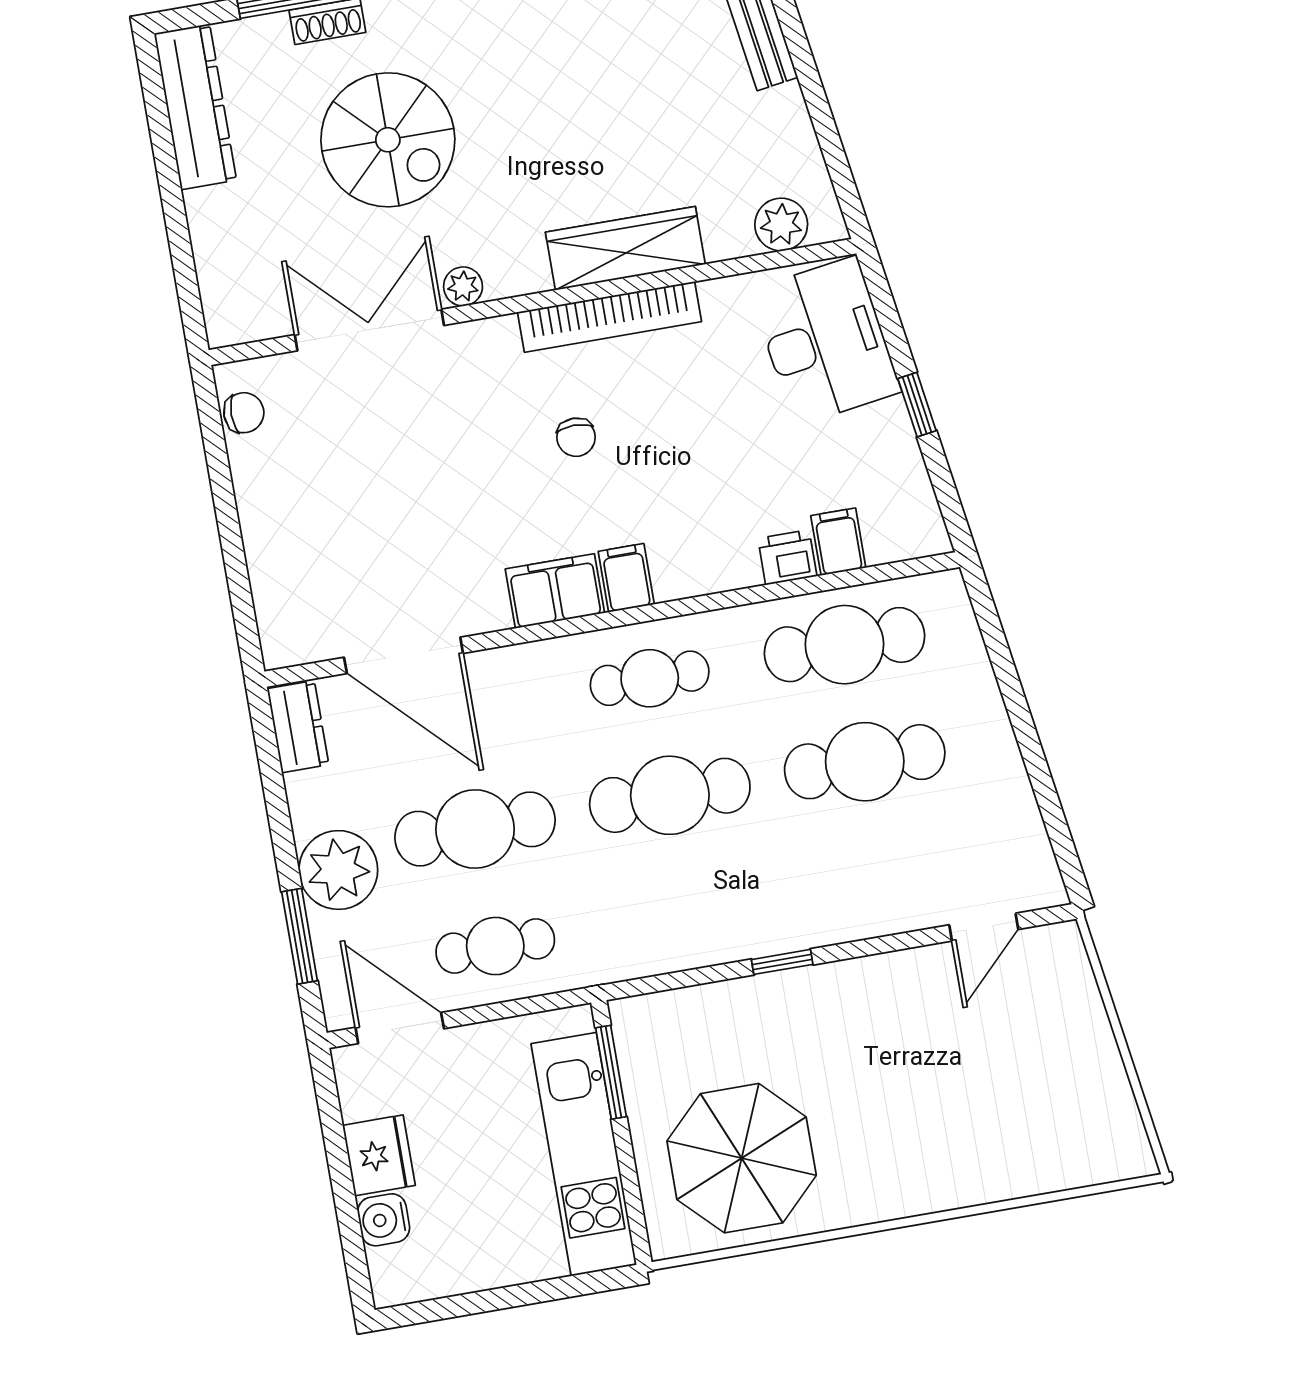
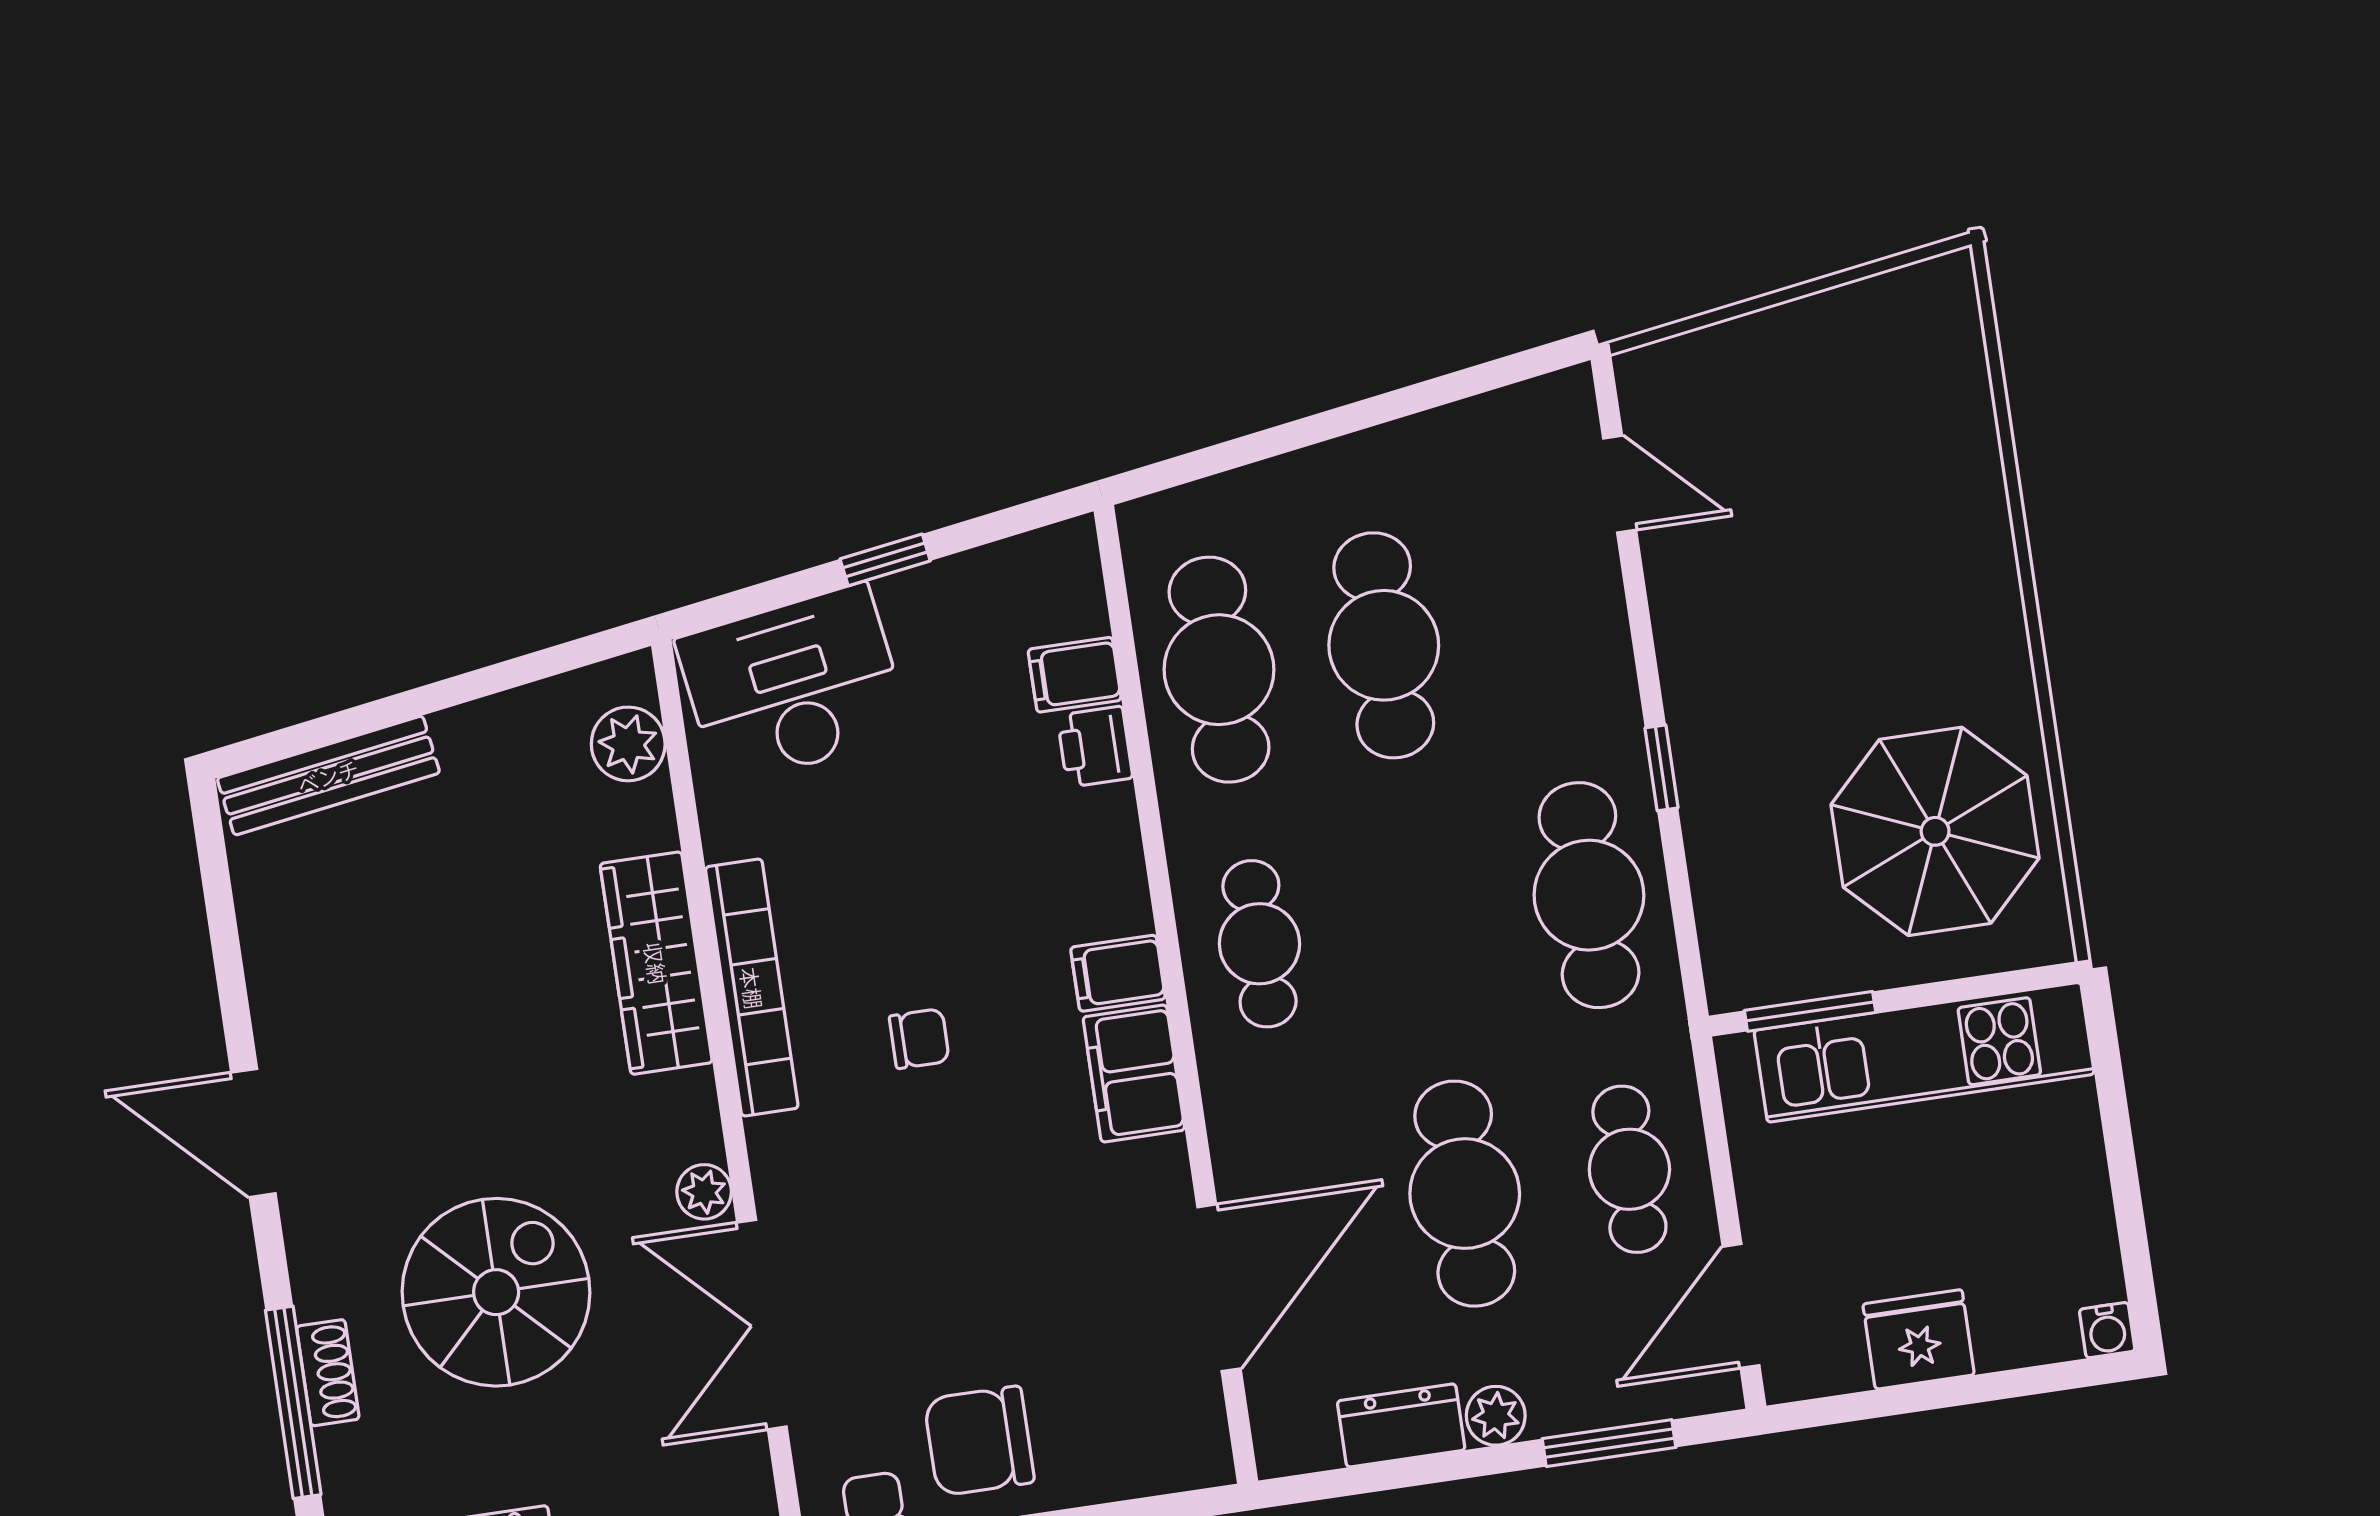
chair: (290, 487) -> (979, 1441), added
dresser: (298, 727) -> (1401, 1425), moved
cafe table: (670, 795) -> (1589, 895), moved
plant: (338, 870) -> (1496, 1416), width x0.53, depth x0.53
water cooler: (384, 1220) -> (2107, 1330), moved, width x0.72, depth x0.72

